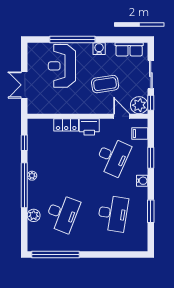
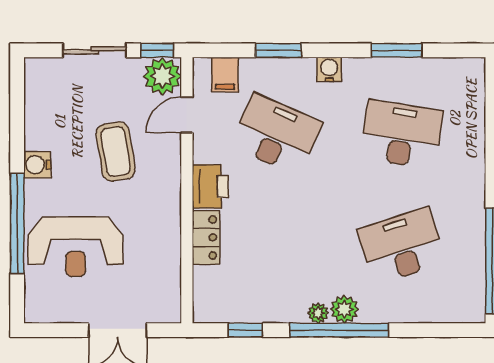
row of seats: (129, 49) -> (39, 98), removed
desk: (62, 213) -> (401, 246), turned -39
plant: (34, 215) -> (344, 309), moved

